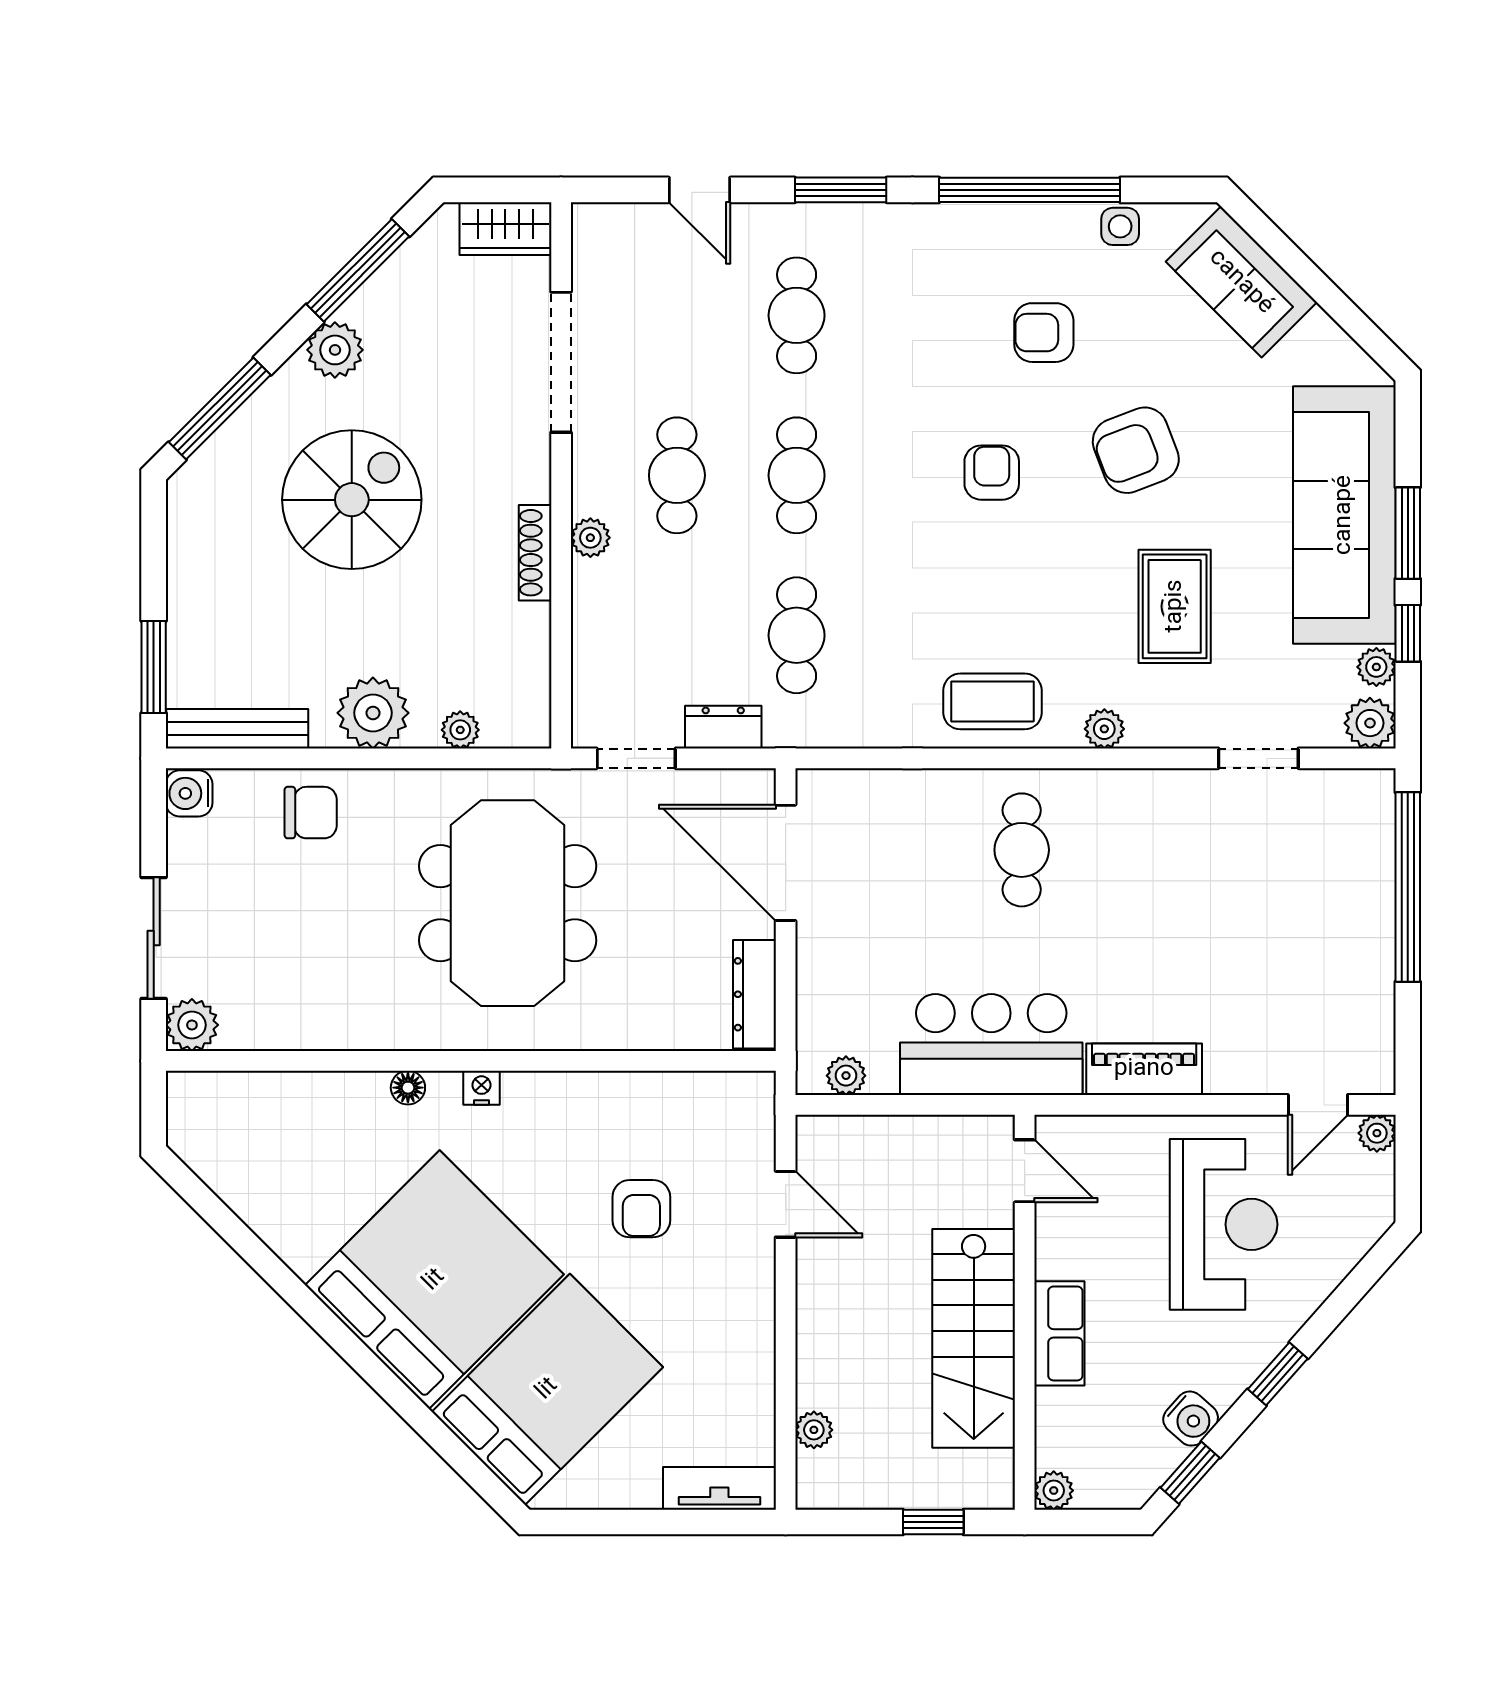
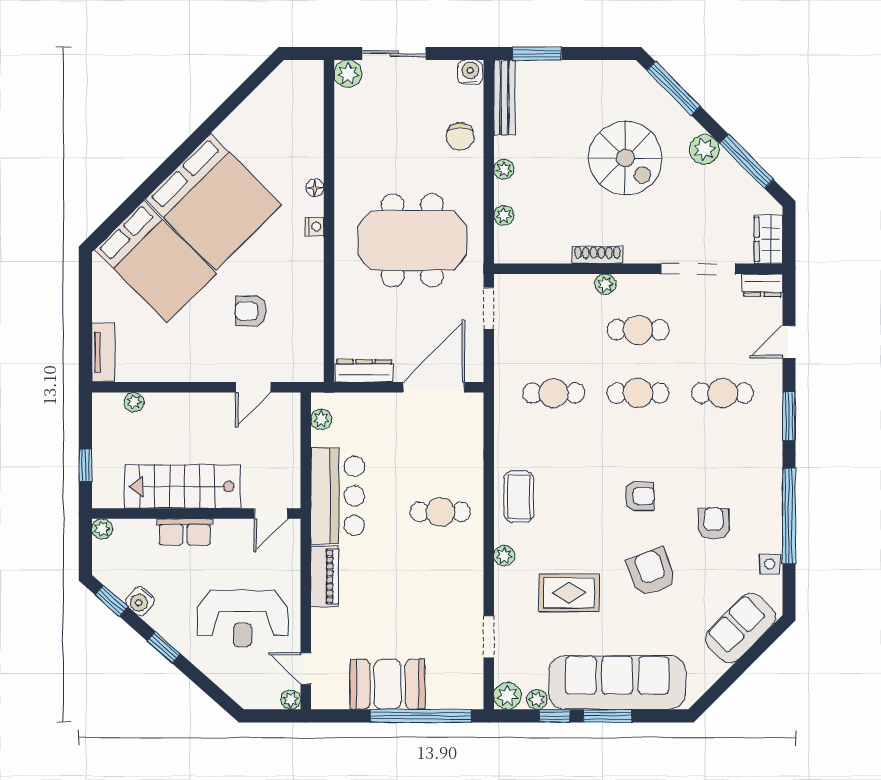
plant: (373, 713) -> (504, 169), width x0.53, depth x0.53
dresser: (723, 727) -> (762, 285), moved, turned 90
booth: (1348, 950) -> (388, 684), added

